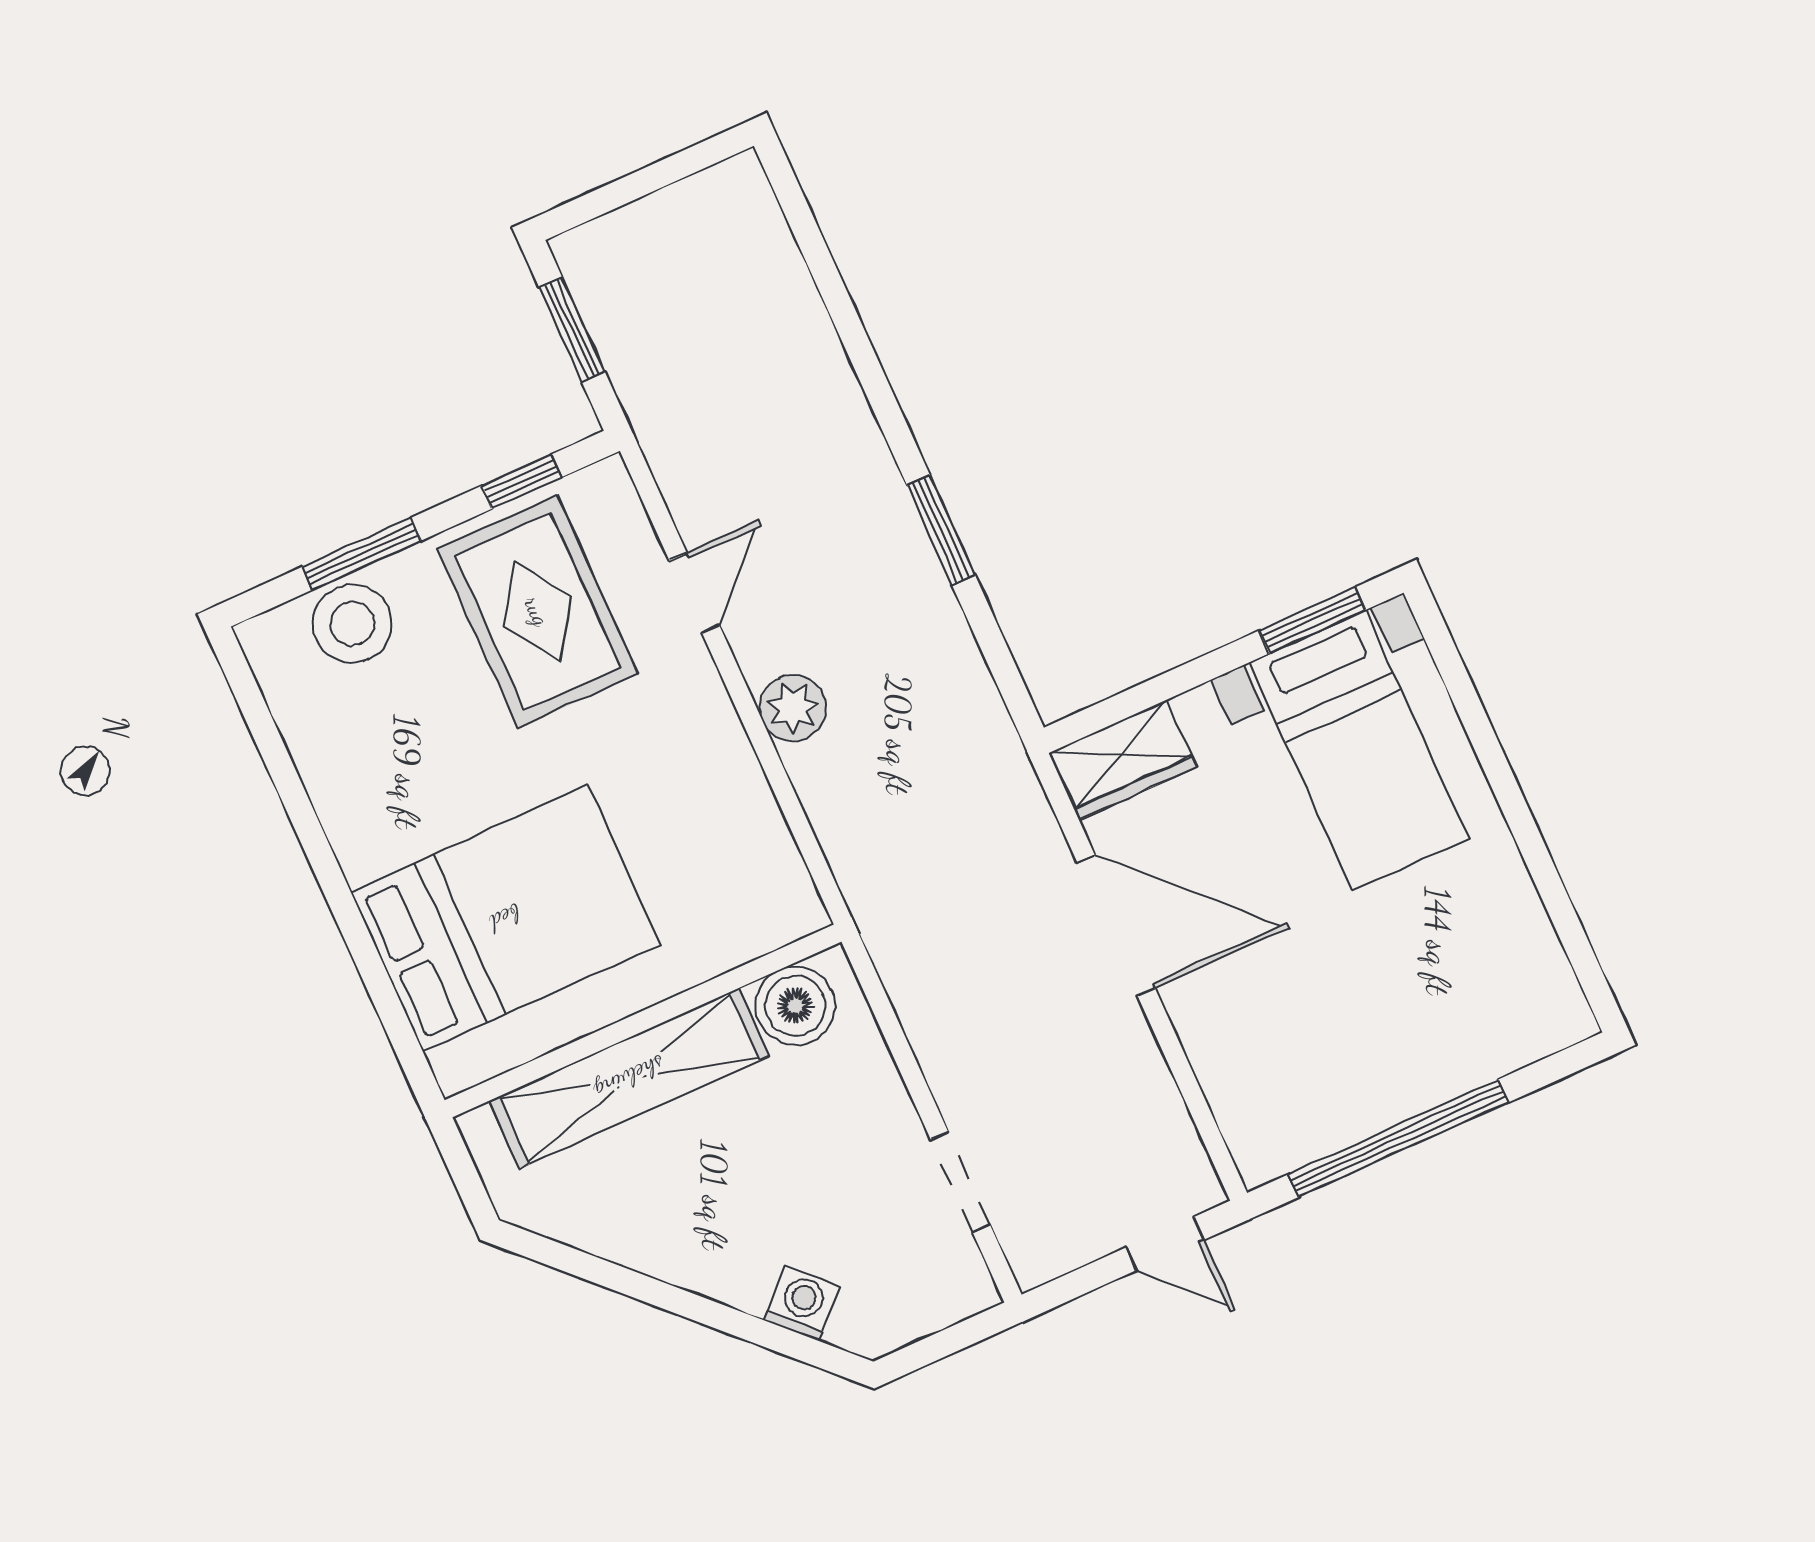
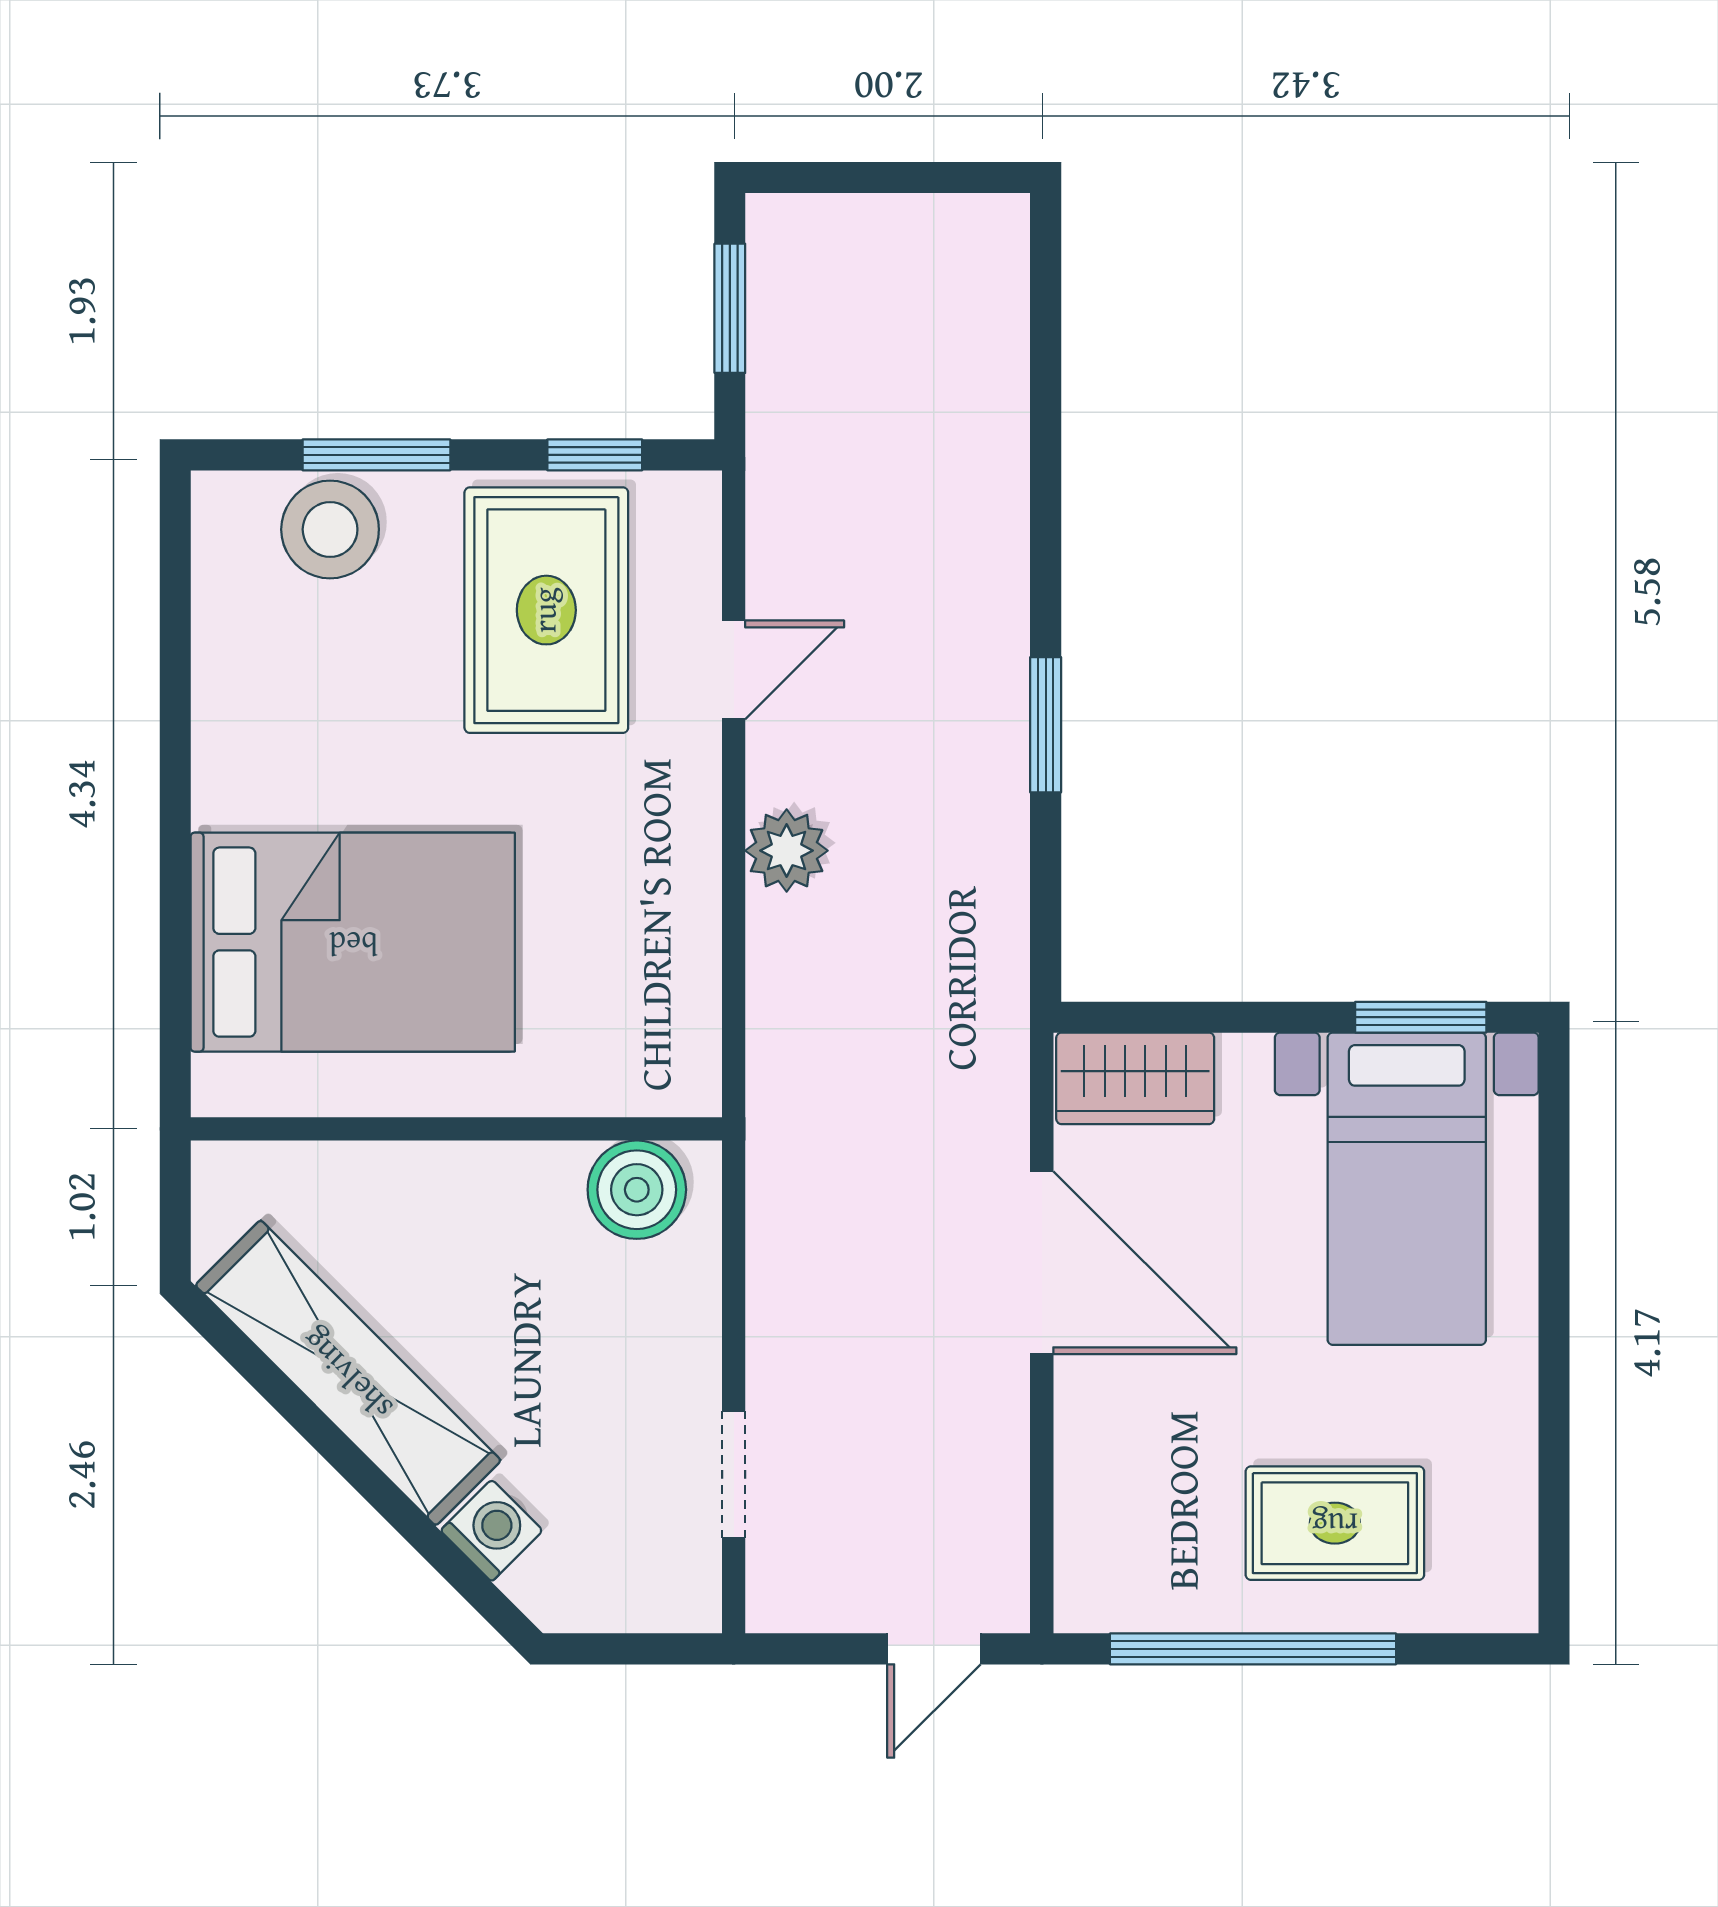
rug: (1417, 1019) -> (1335, 1523), added
shelving: (629, 1078) -> (348, 1373), moved, turned 45
door: (1165, 1244) -> (934, 1649), hinge flipped

